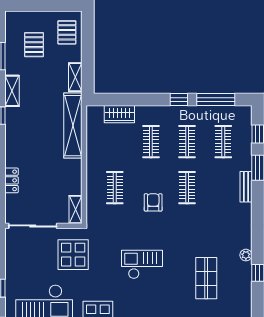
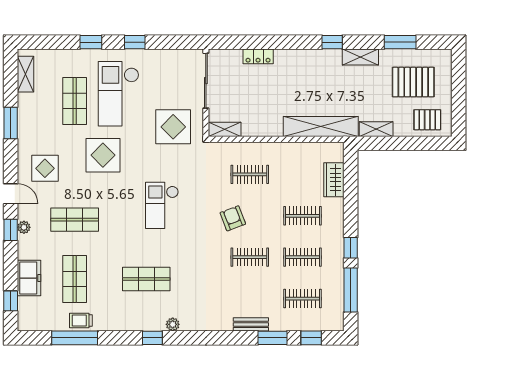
pallet: (34, 45) -> (413, 82), width x1.50, depth x1.42
armchair: (153, 202) -> (233, 218), turned -111
checkout: (142, 264) -> (162, 205), turned 180

